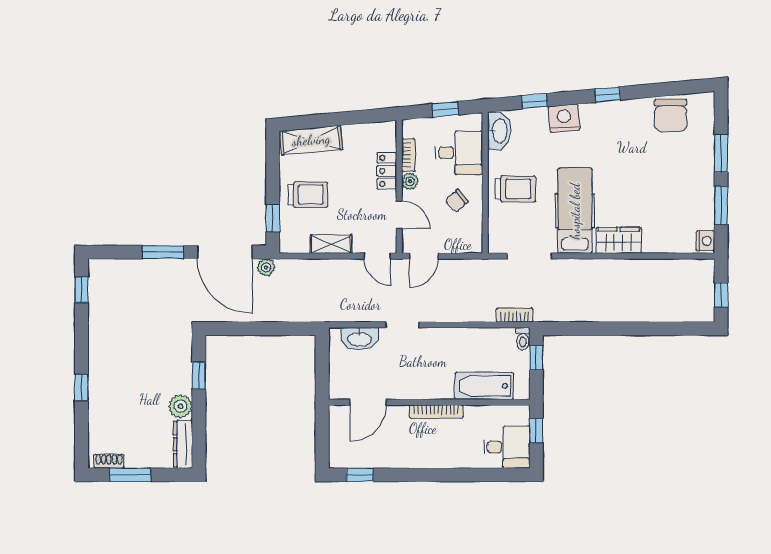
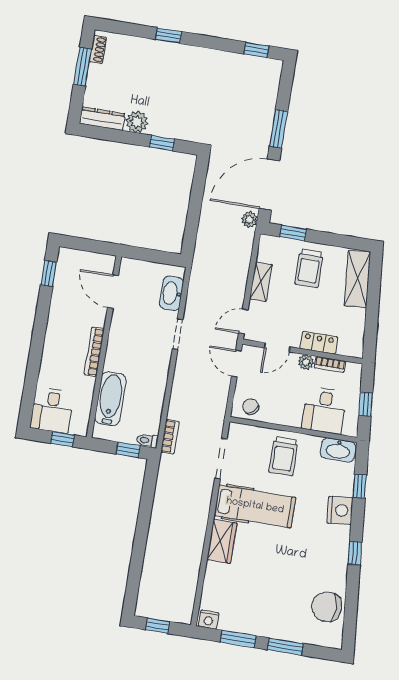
chair: (457, 201) -> (251, 407), moved

